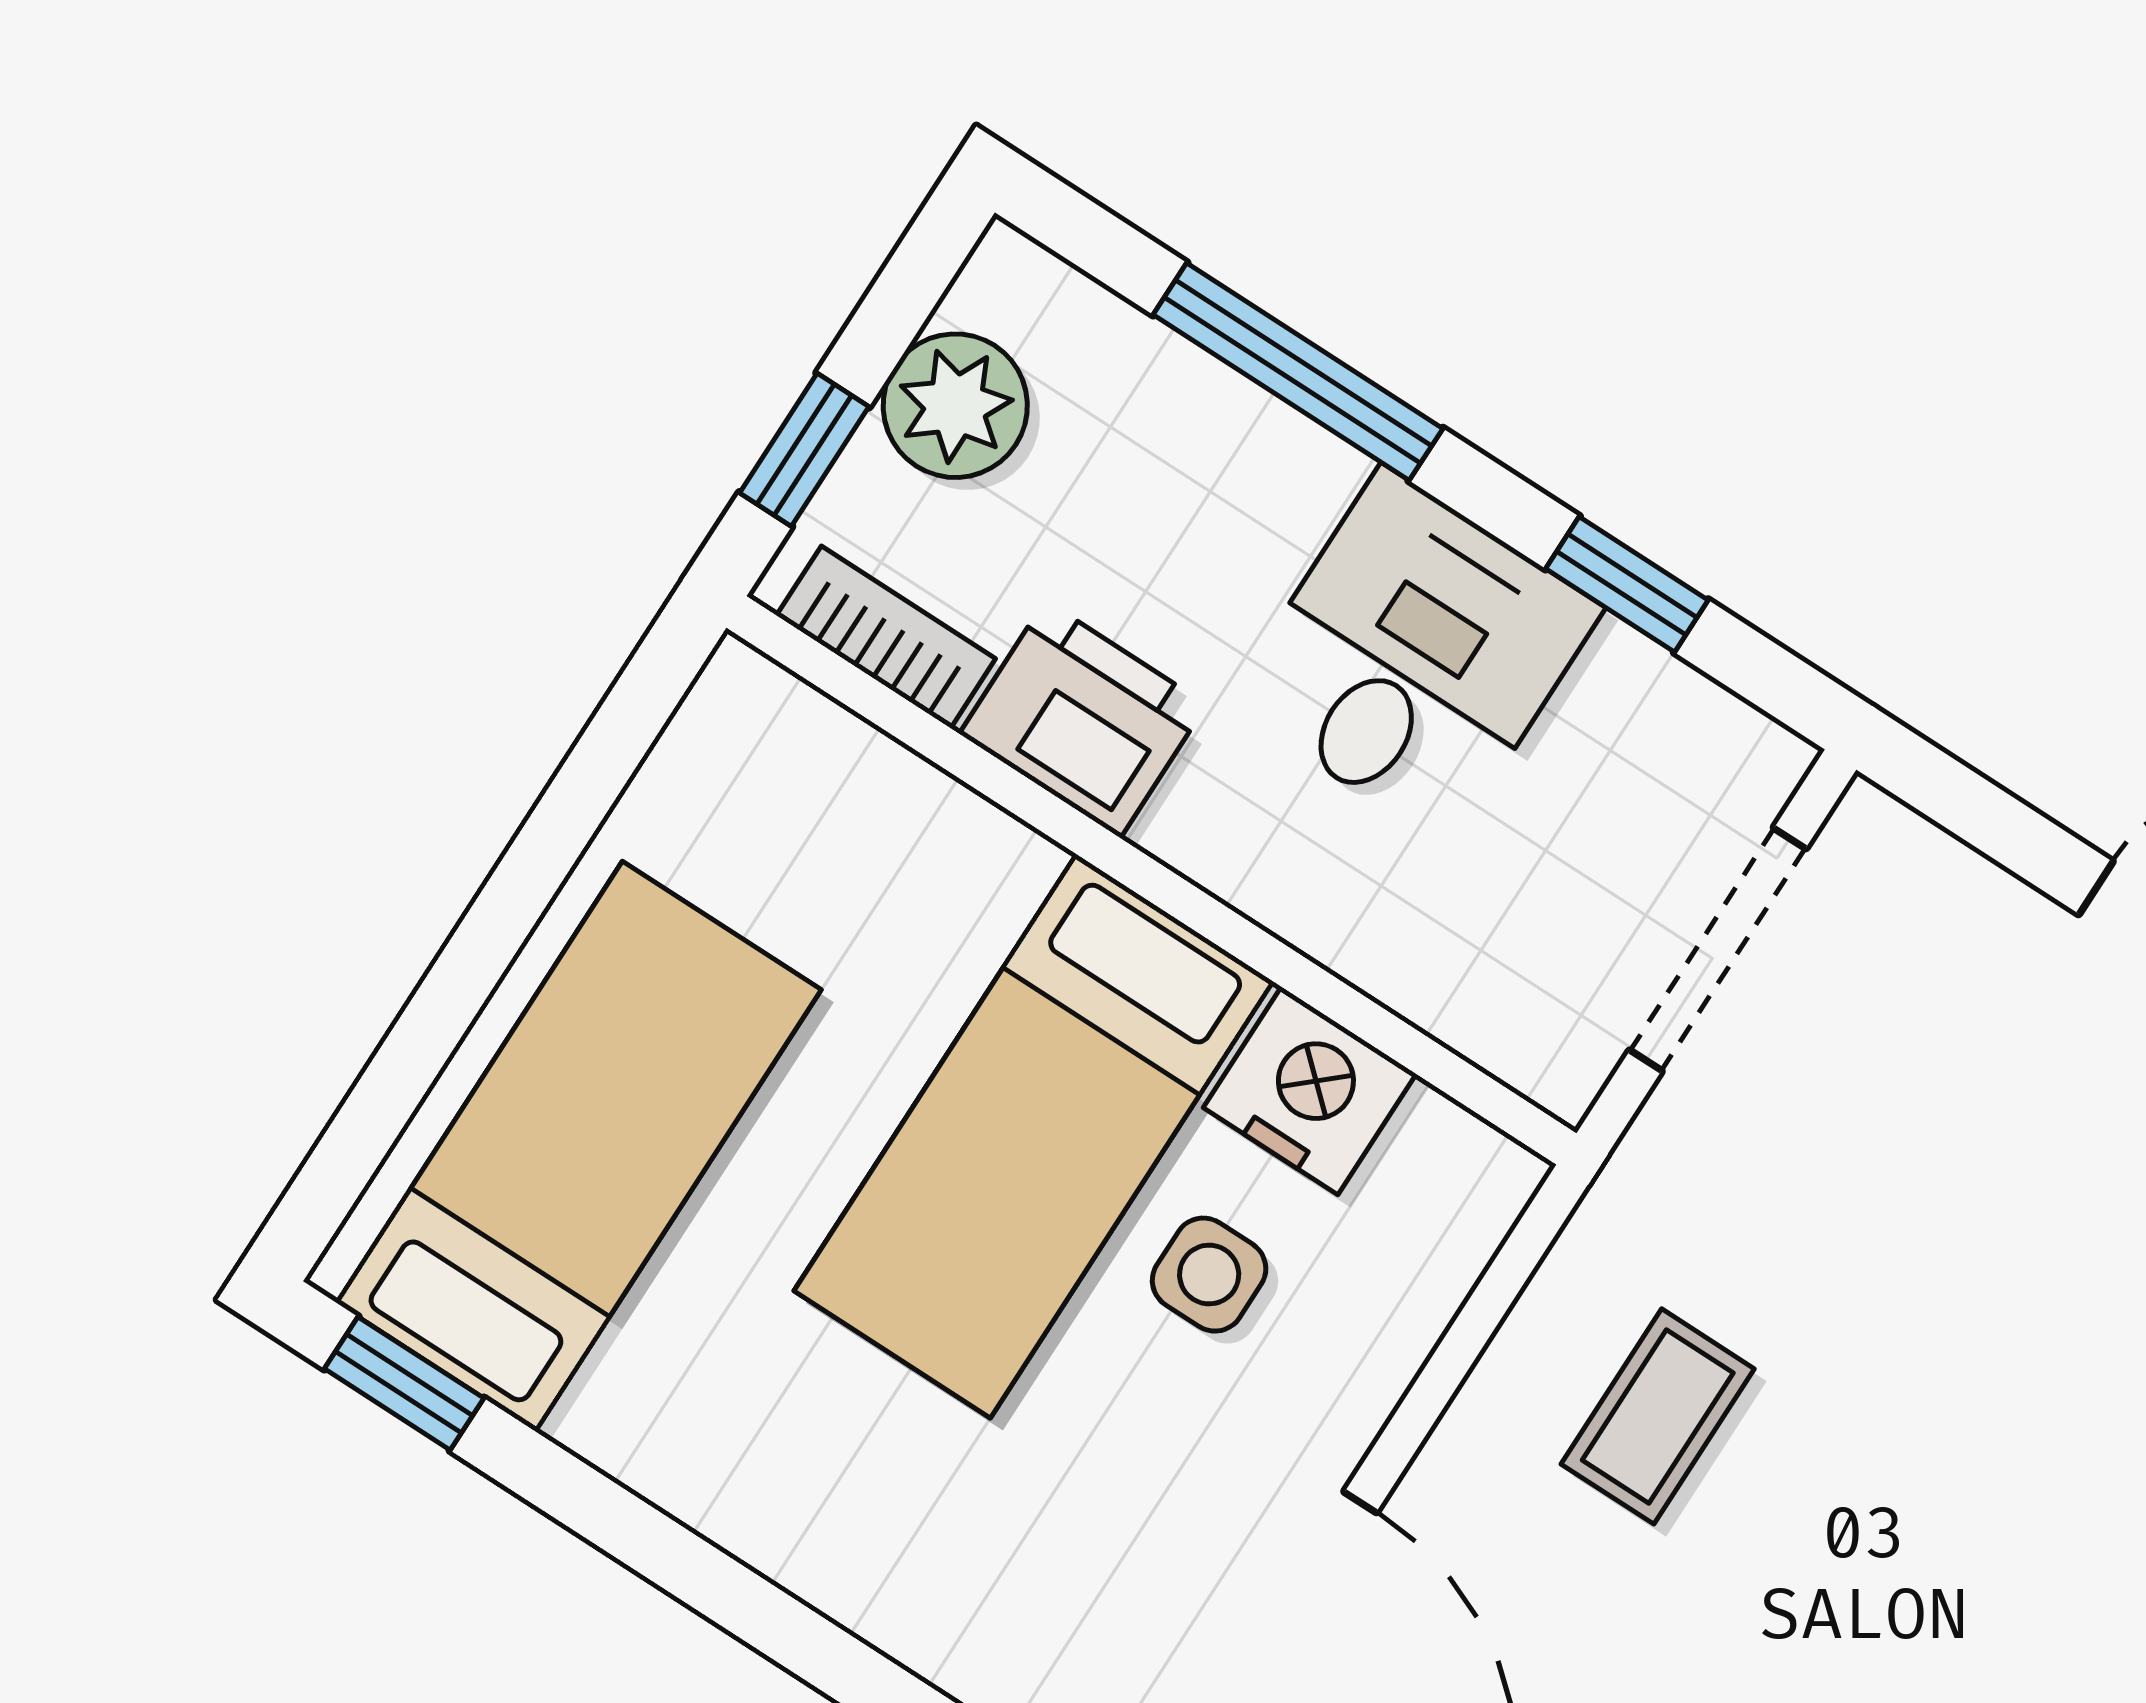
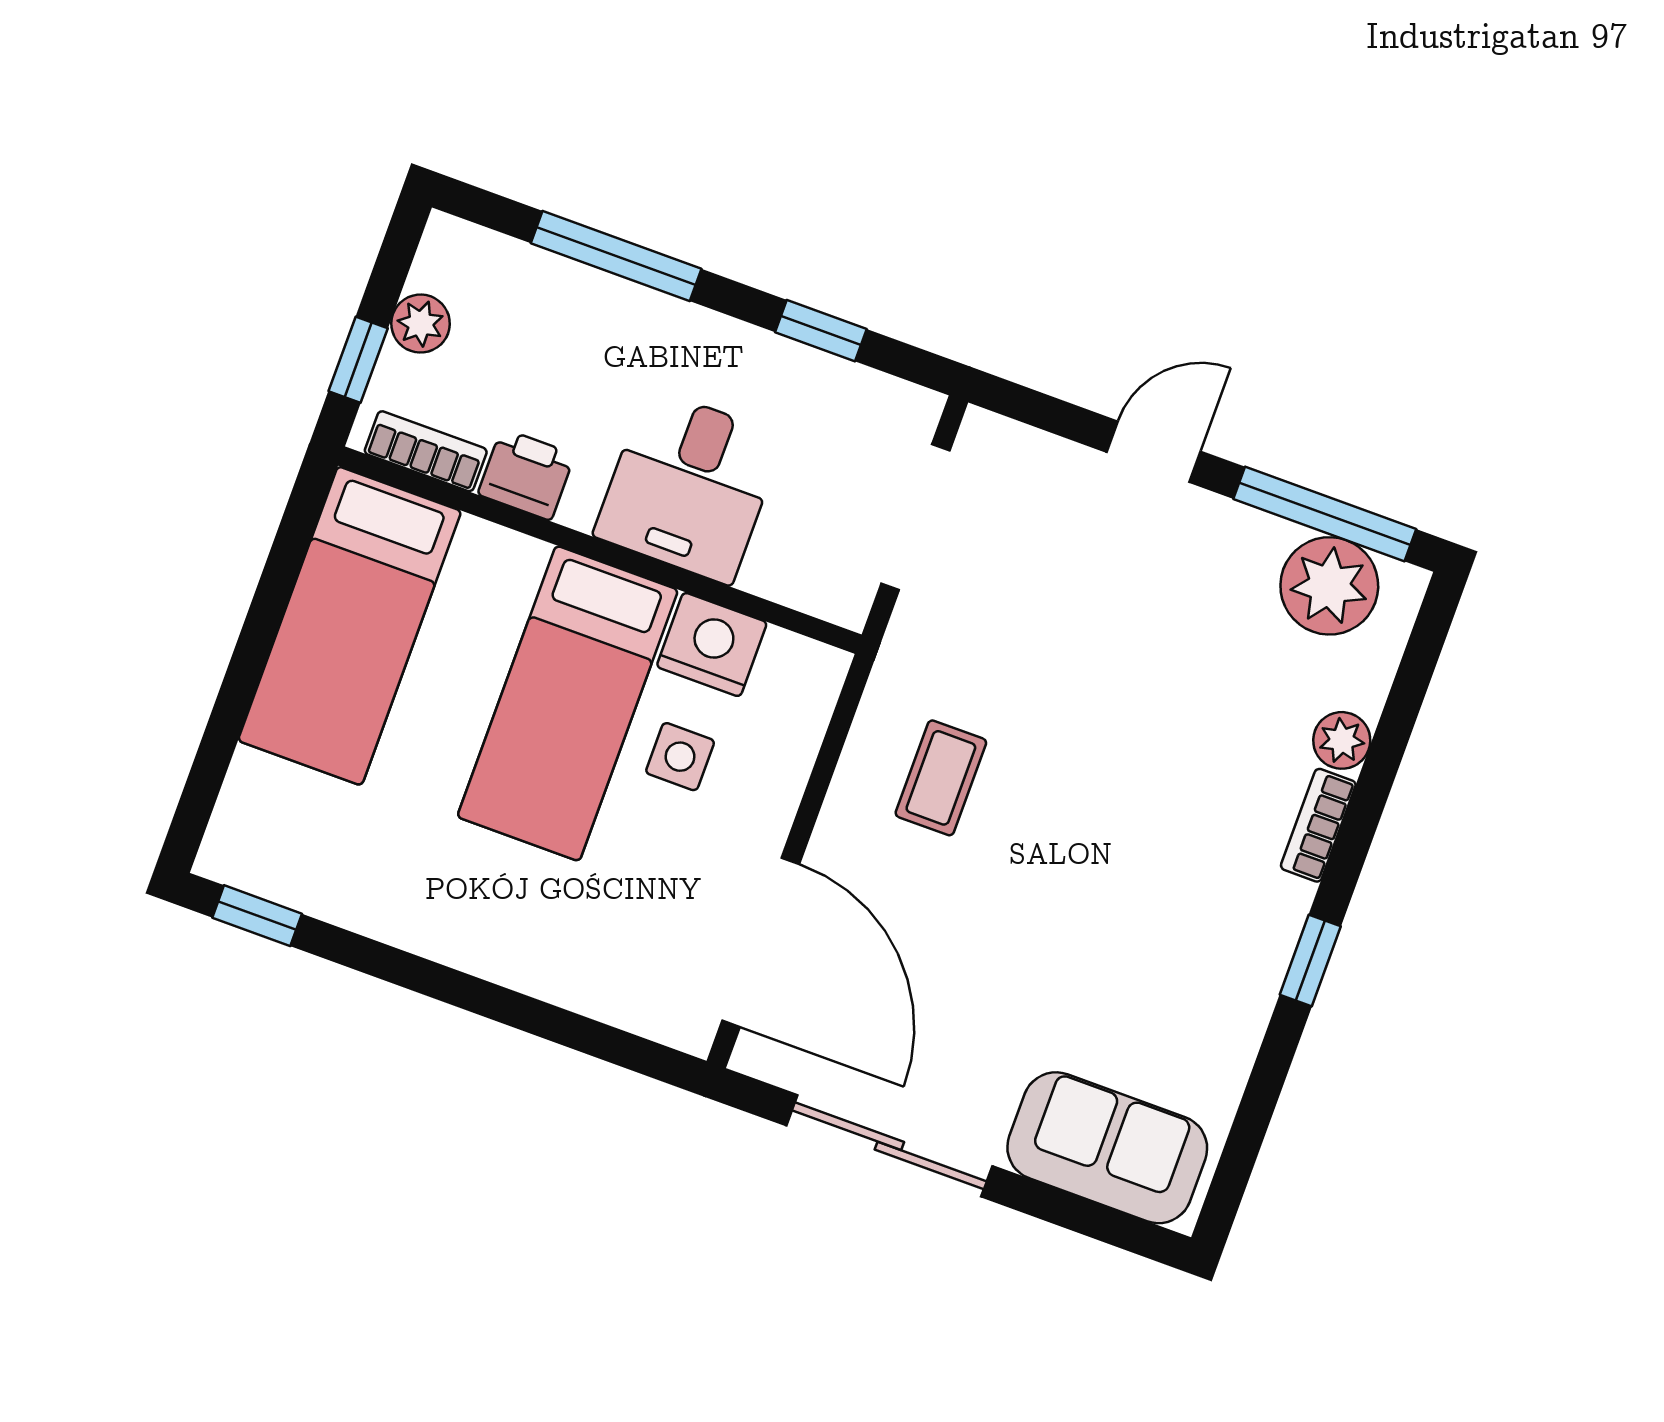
plant: (955, 406) -> (421, 324), width x0.73, depth x0.73
desk: (1415, 656) -> (689, 486), moved, turned 180
printer: (1083, 719) -> (526, 474), width x0.73, depth x0.81
bed: (579, 1146) -> (350, 626), moved, turned 180

